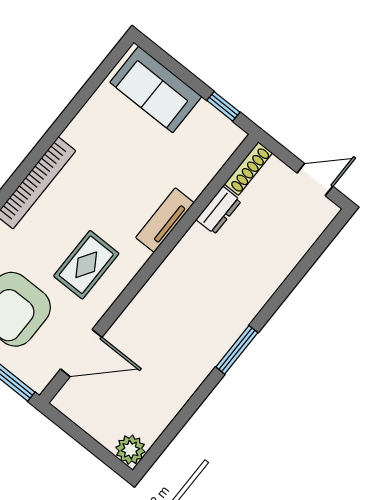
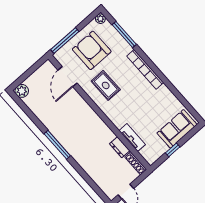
window: (223, 106) -> (173, 150), moved
tv unit: (165, 220) -> (132, 138), moved
window: (237, 350) -> (57, 145), width x1.44

